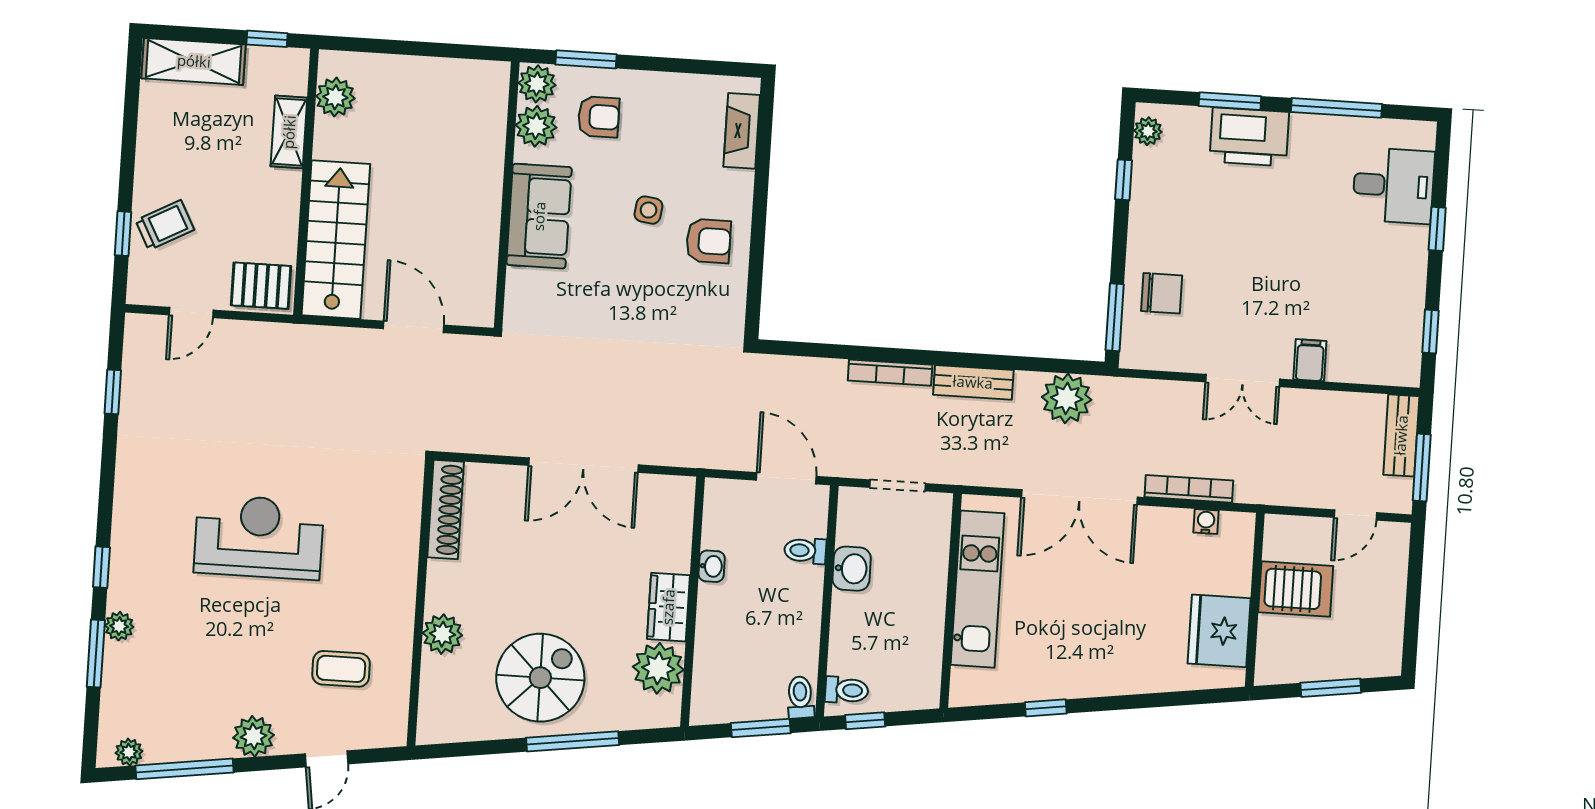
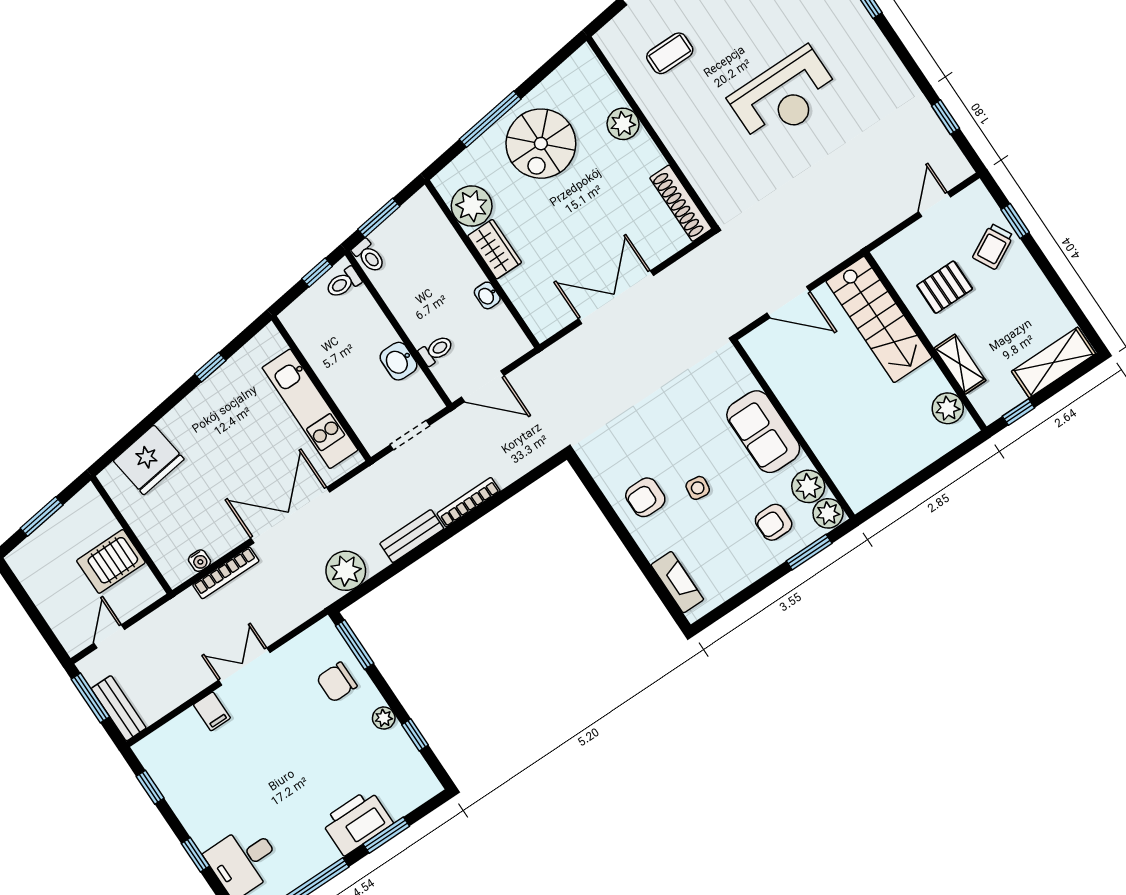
plant: (1148, 131) -> (384, 718), moved
pallet: (261, 286) -> (945, 287), moved
fridge: (1219, 631) -> (149, 460), moved, turned 82

